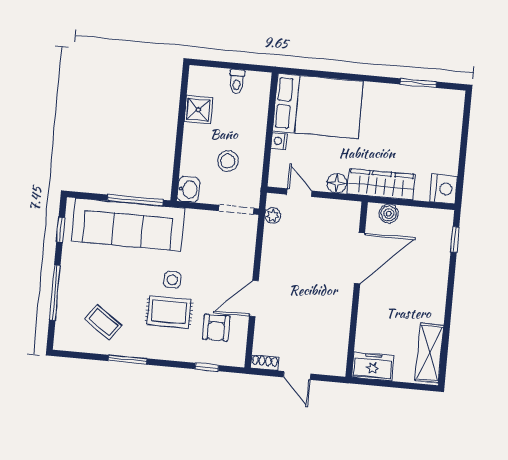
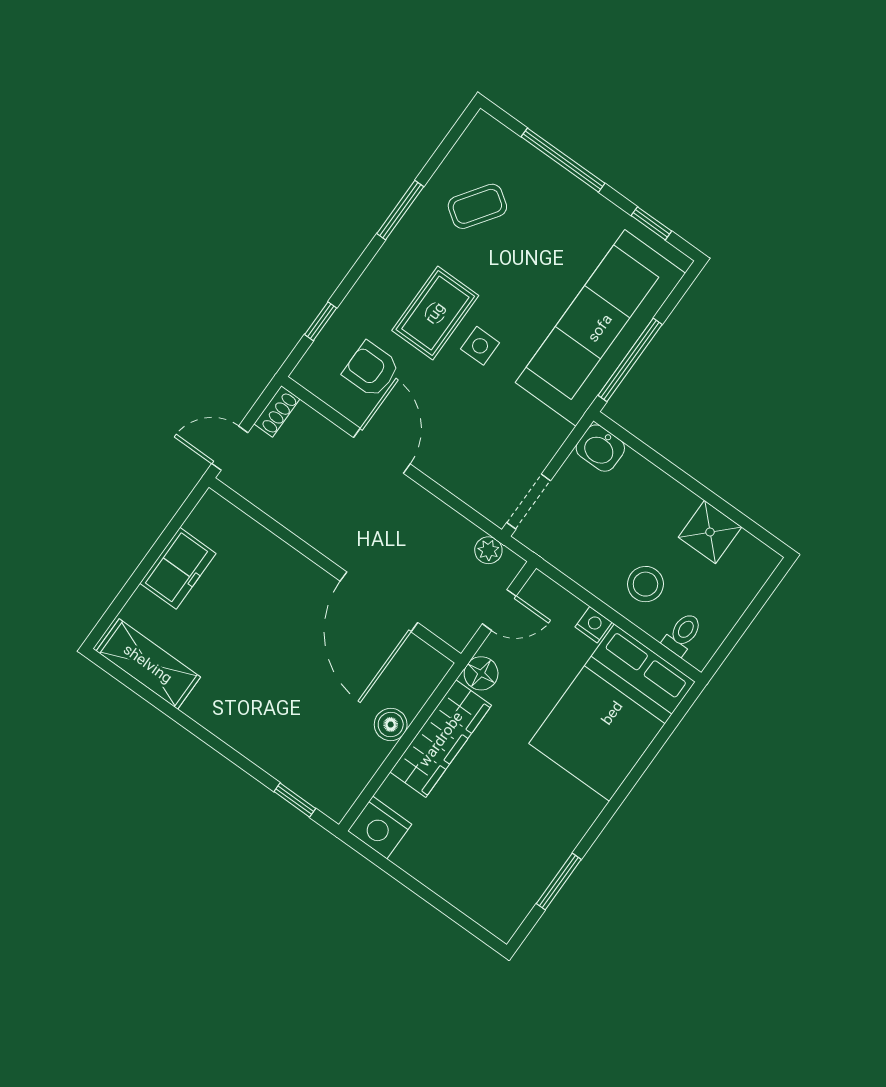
toilet: (237, 81) -> (682, 634), moved, turned 90
stool: (228, 161) -> (645, 584), moved
door: (360, 258) -> (379, 602), moved
wall: (357, 289) -> (335, 570), moved

